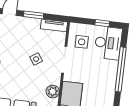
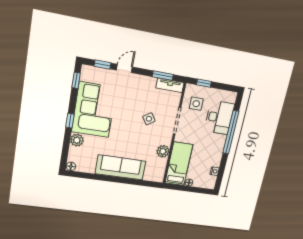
window: (34, 15) -> (163, 76), moved
window: (102, 23) -> (204, 83), moved
desk: (108, 43) -> (219, 118), moved

